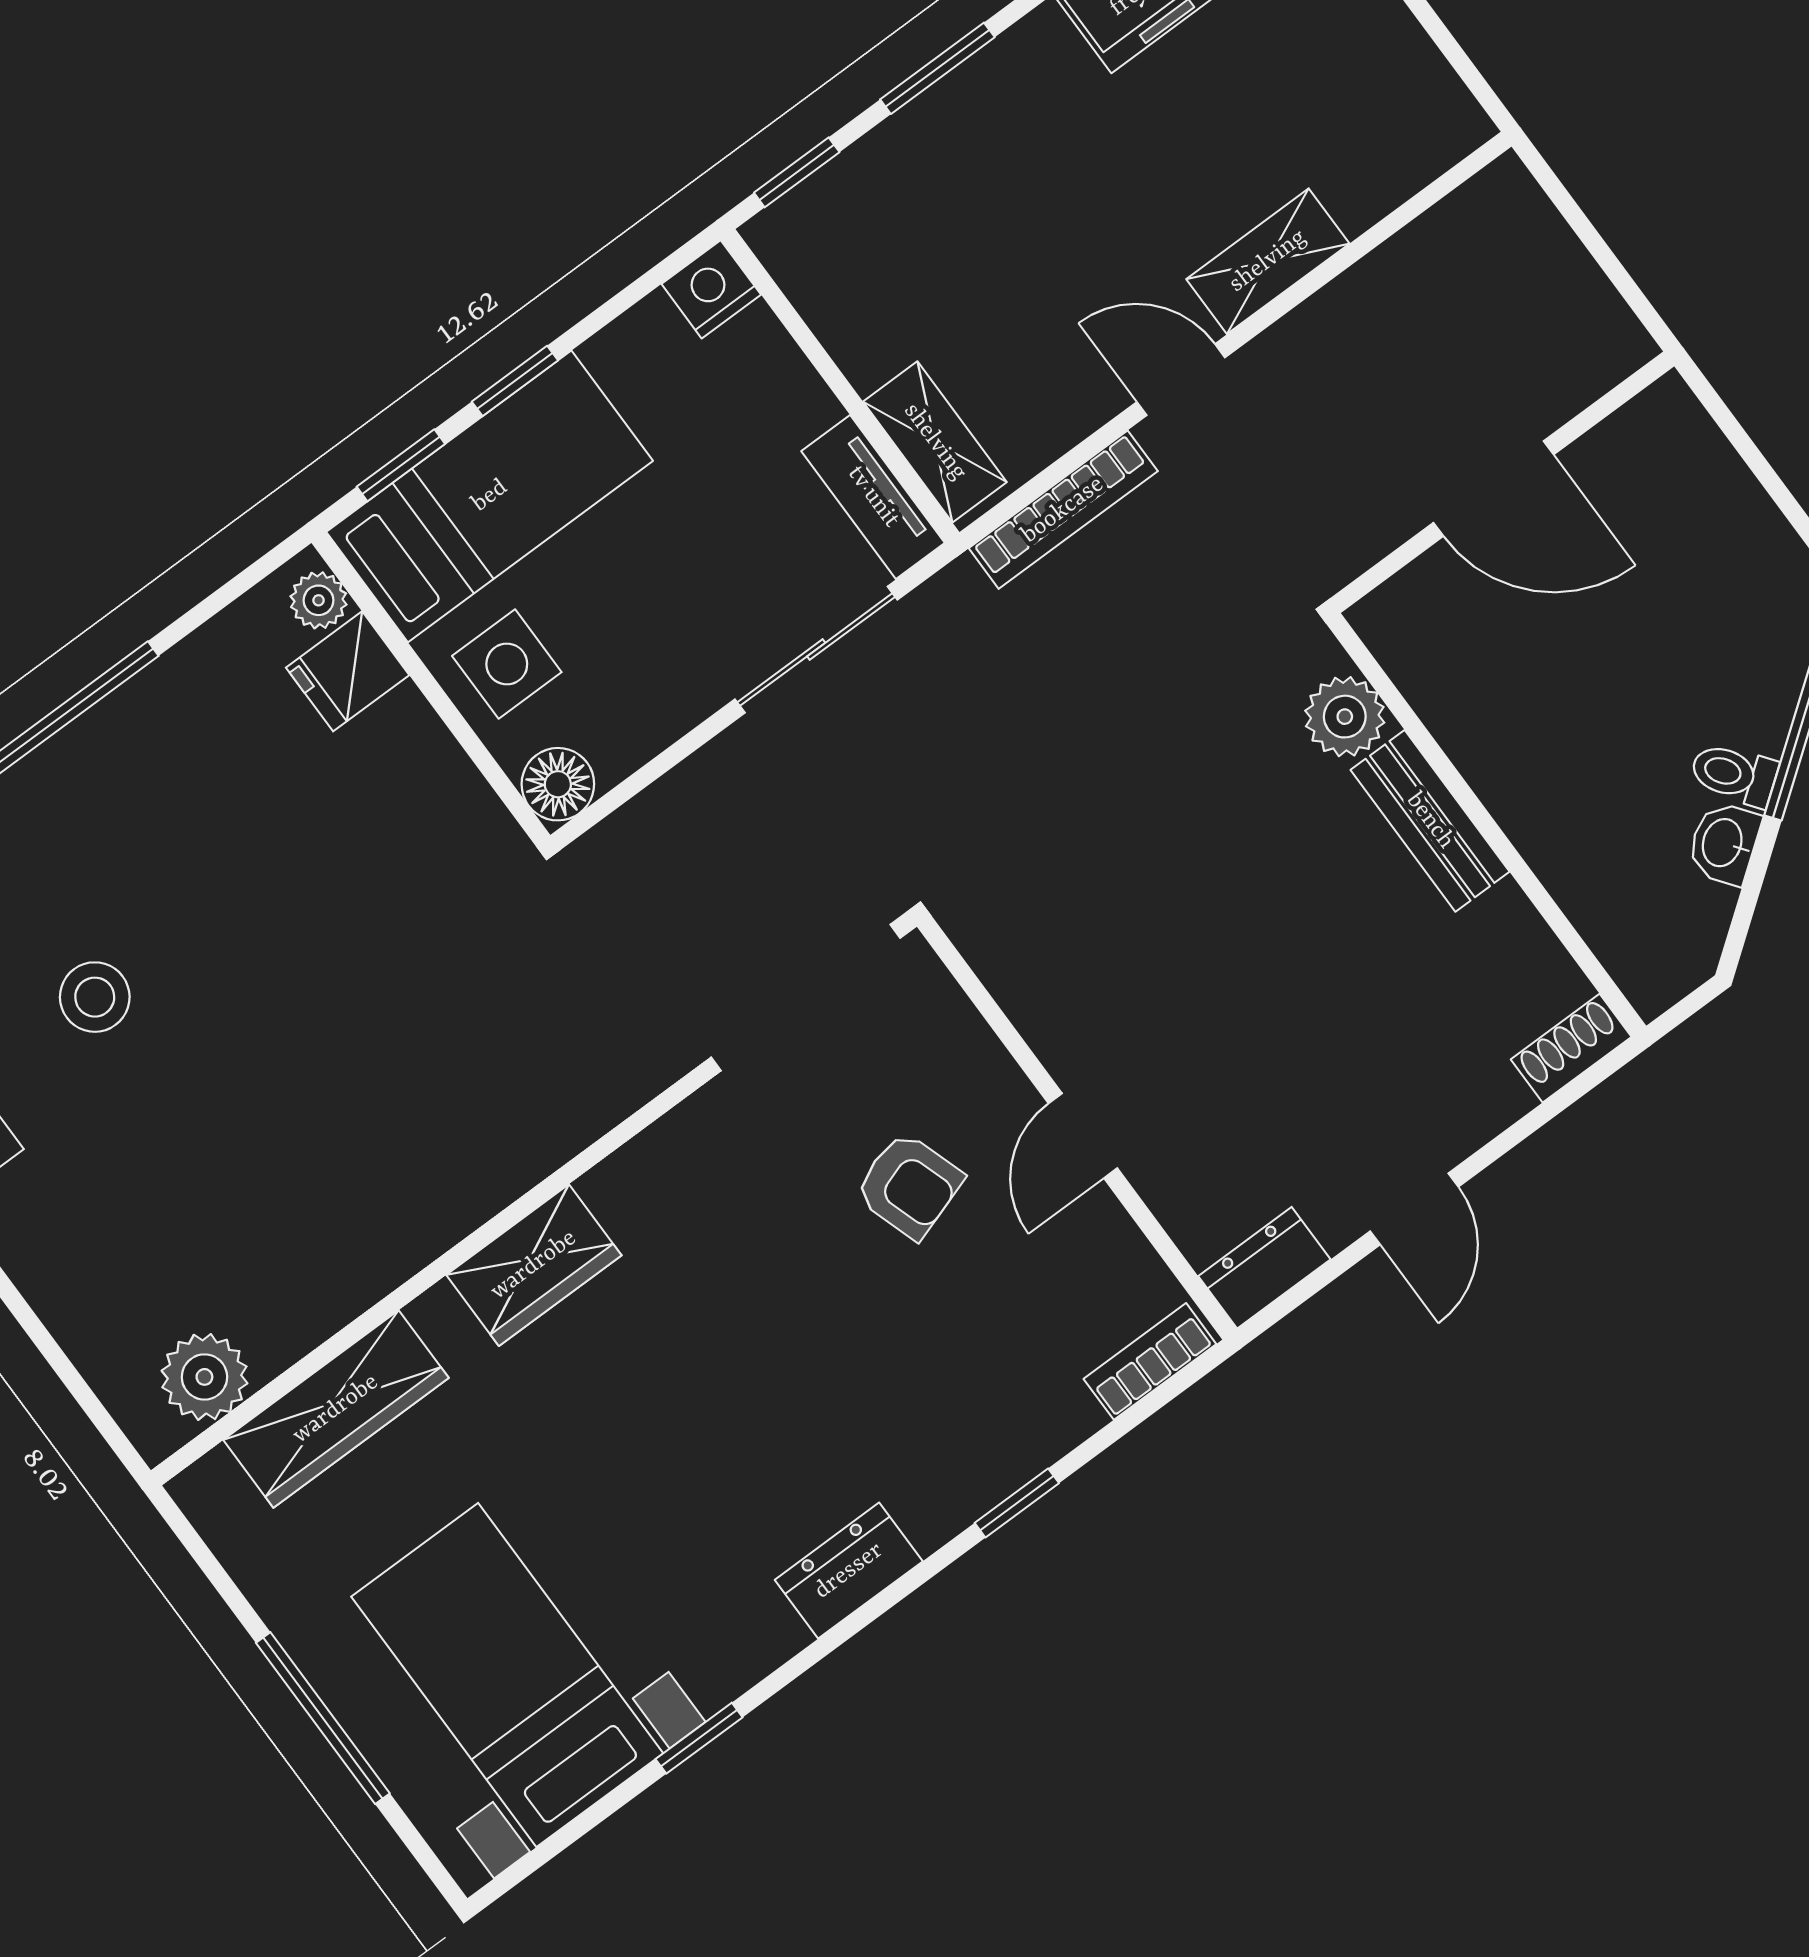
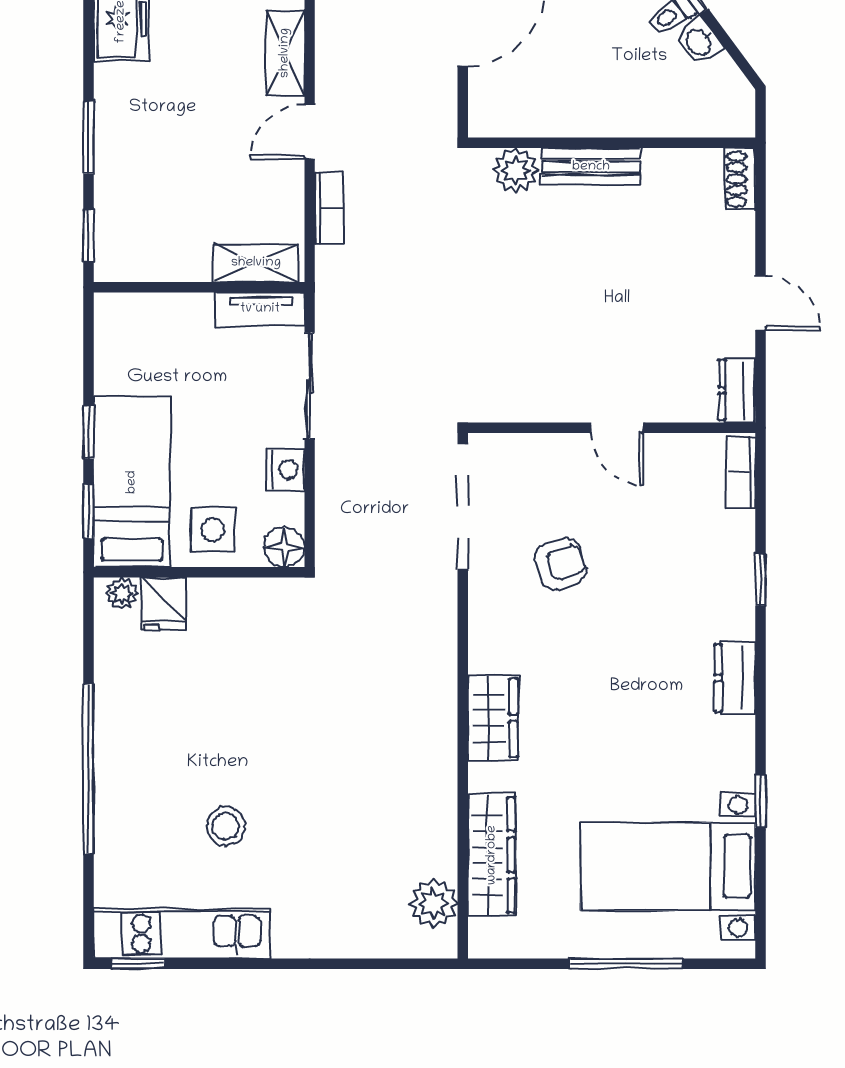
nightstand: (711, 289) -> (286, 470), moved, turned 180
bookcase: (1063, 510) -> (329, 208), width x0.64
armchair: (909, 1185) -> (560, 564), moved

